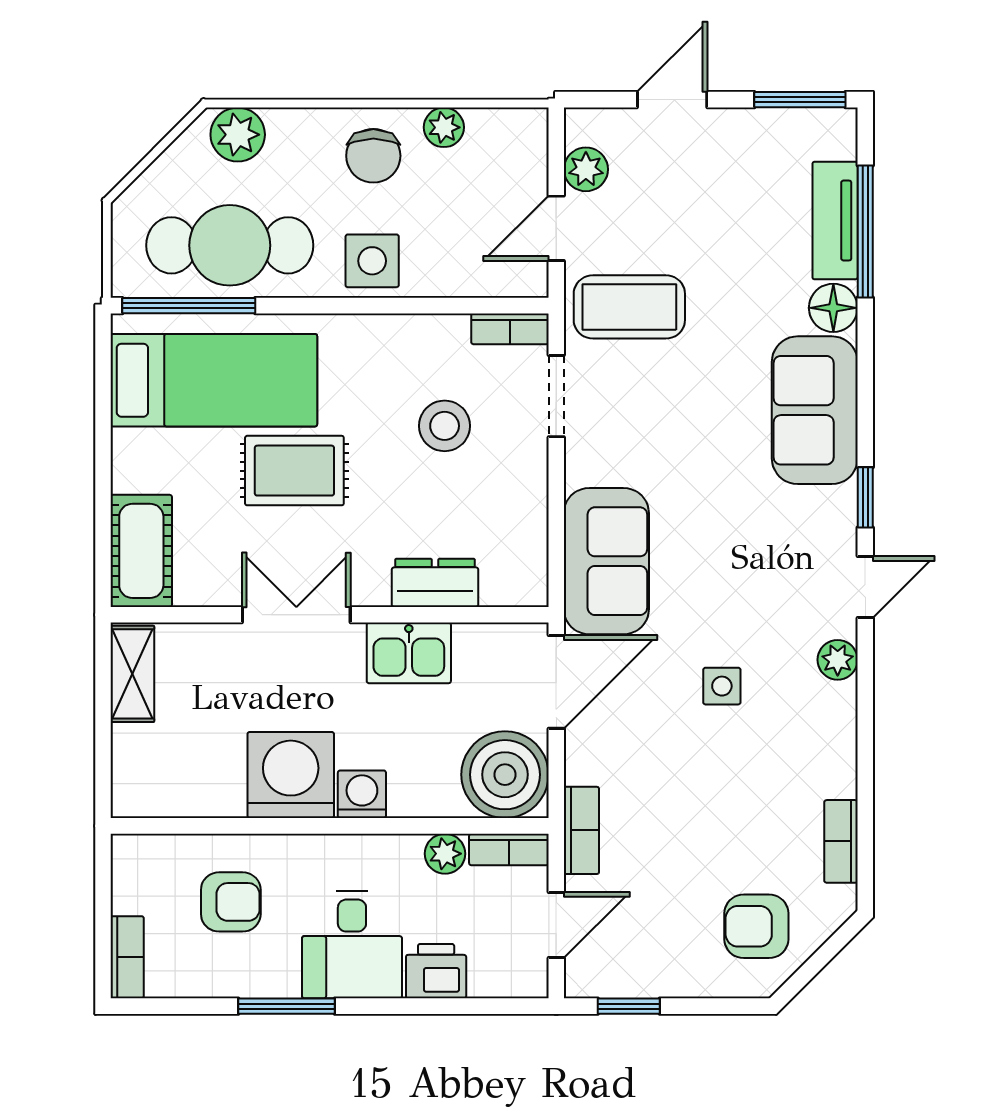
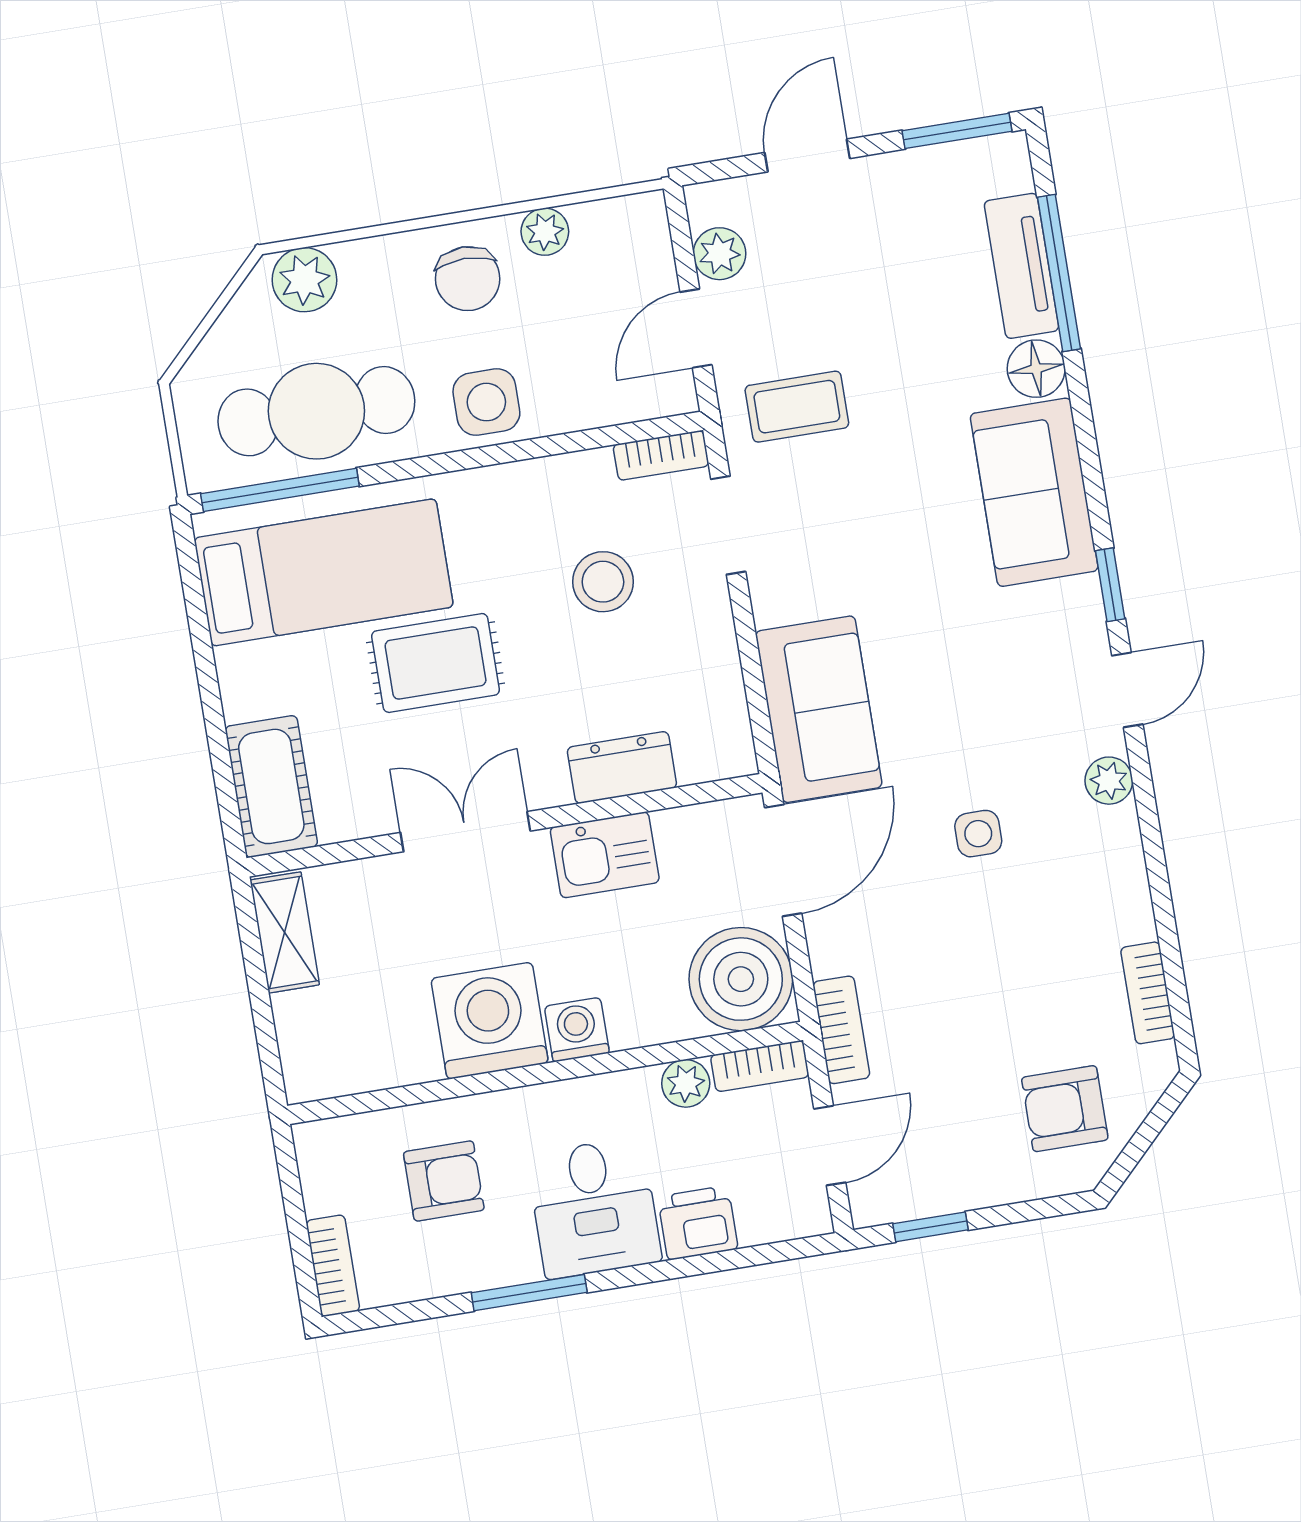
coffee table: (629, 307) -> (797, 407), width x0.73, depth x0.77

